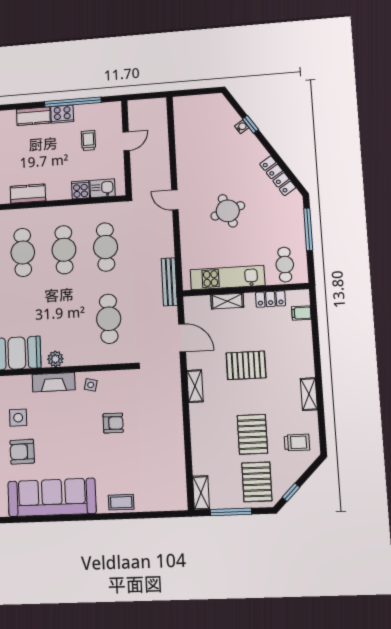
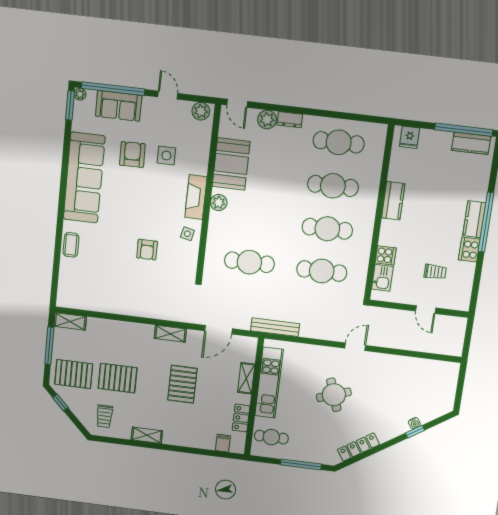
window: (73, 102) -> (486, 222), moved

